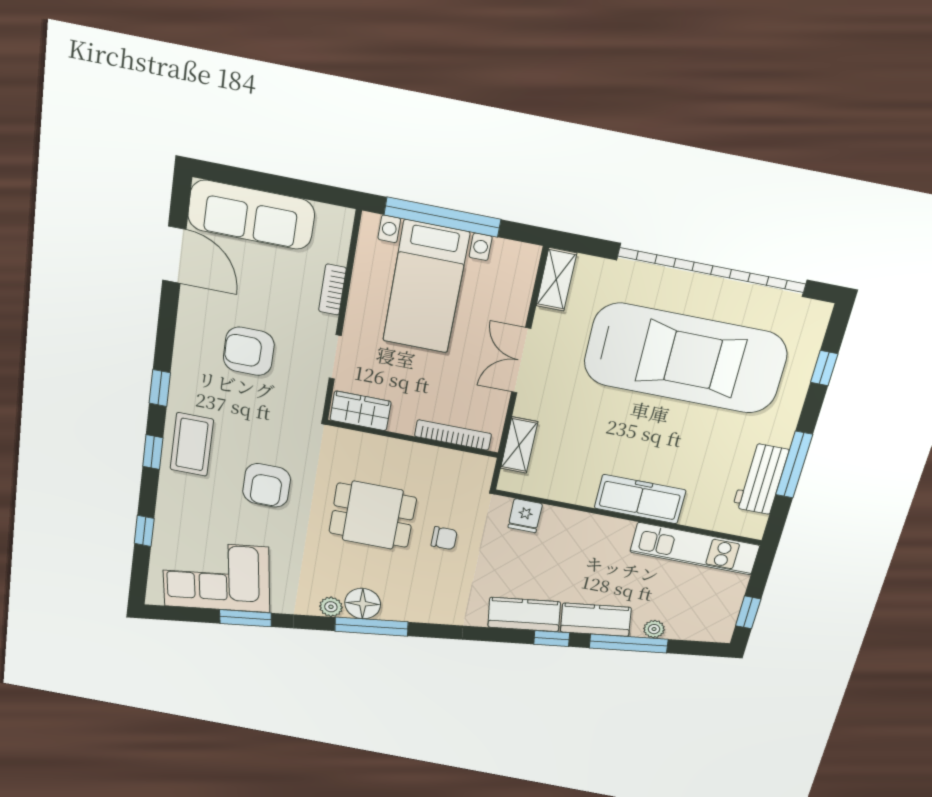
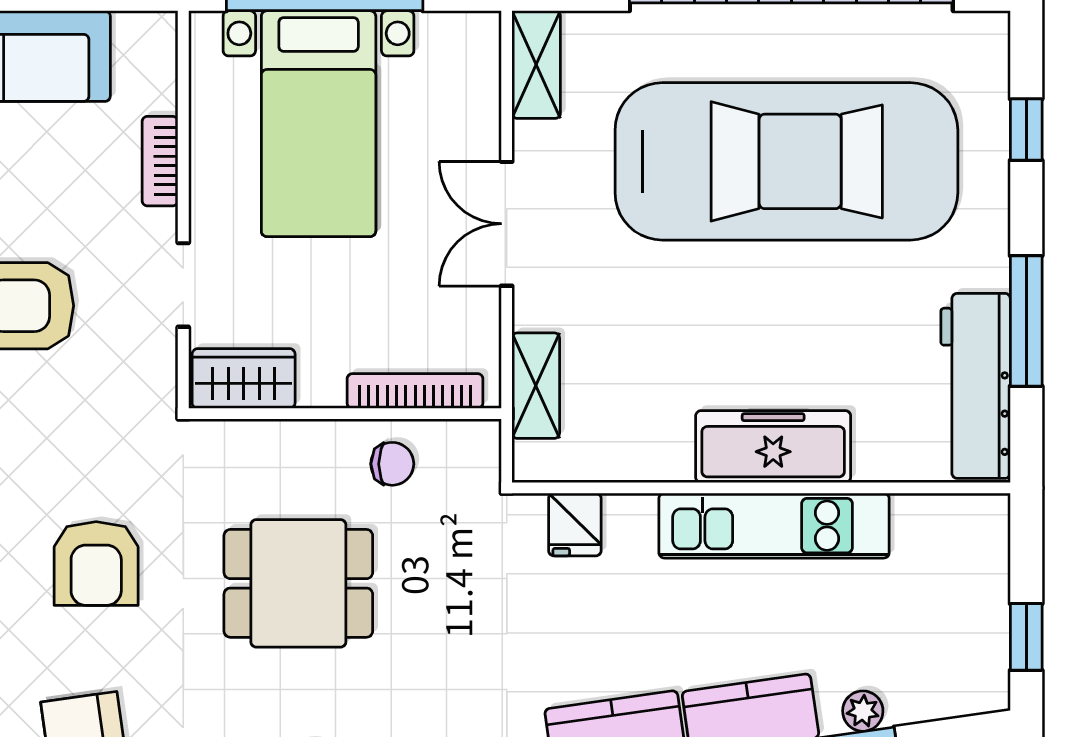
workbench: (761, 479) -> (976, 386), width x1.37
chair: (444, 538) -> (392, 464), moved
kitchen unit: (695, 549) -> (774, 526), moved

